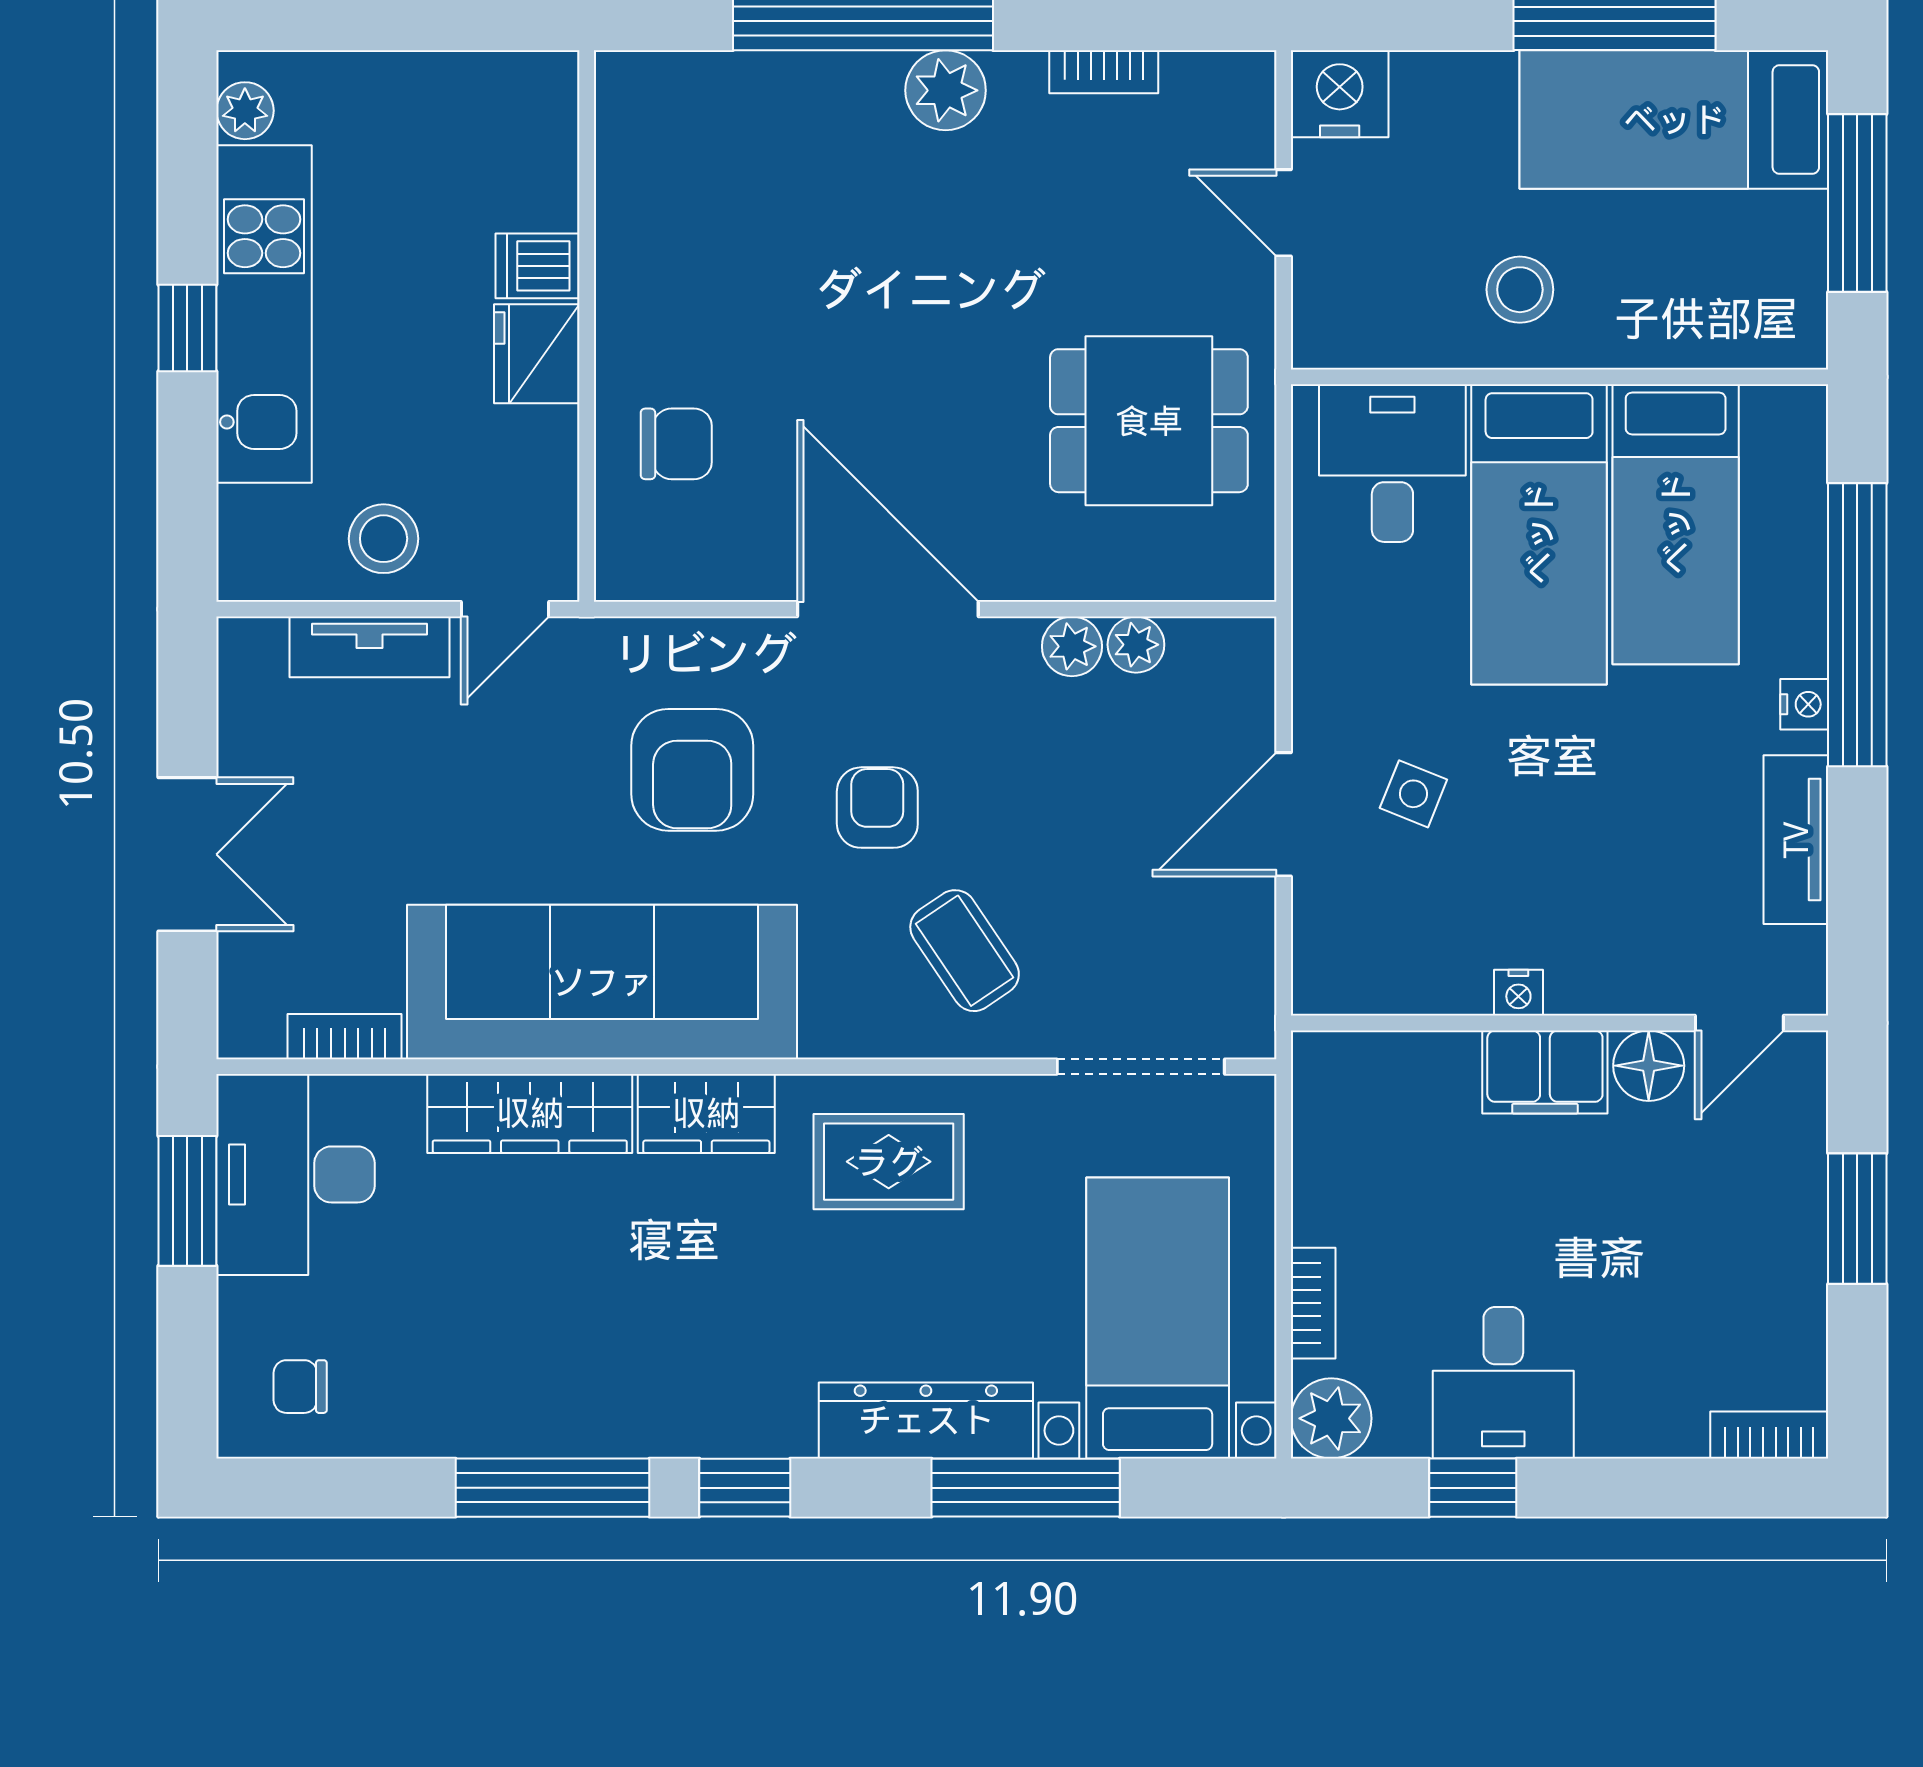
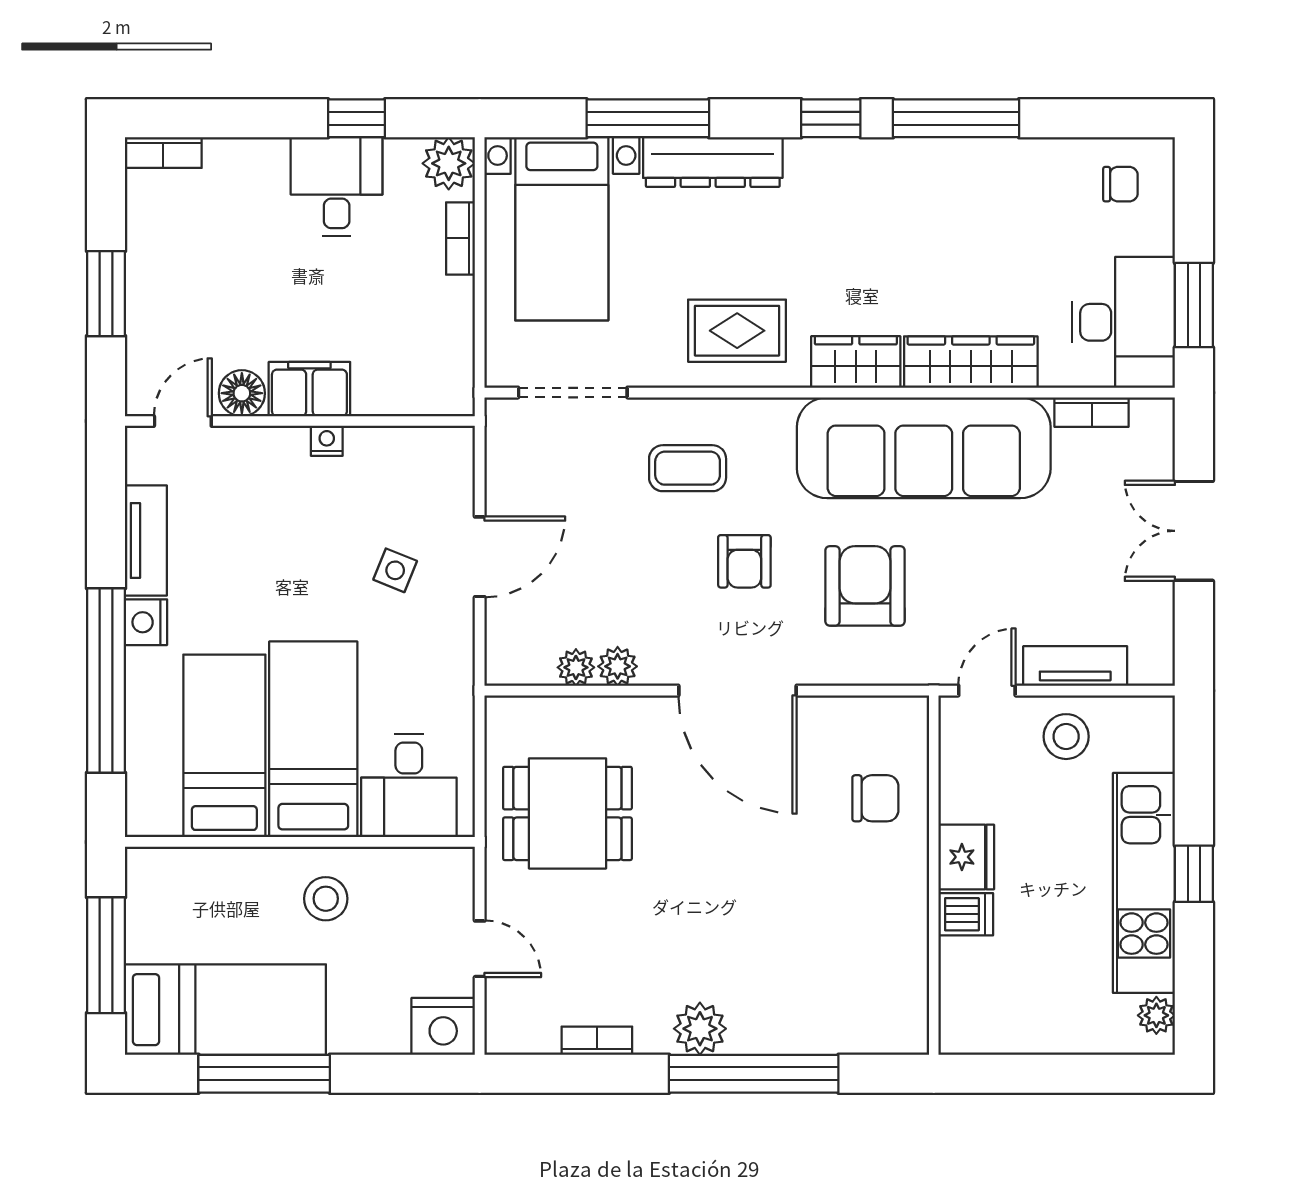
chair: (676, 444) -> (875, 798), turned 180
nightstand: (1804, 704) -> (146, 622), width x1.39, depth x1.35
coffee table: (965, 951) -> (688, 468), turned -56

